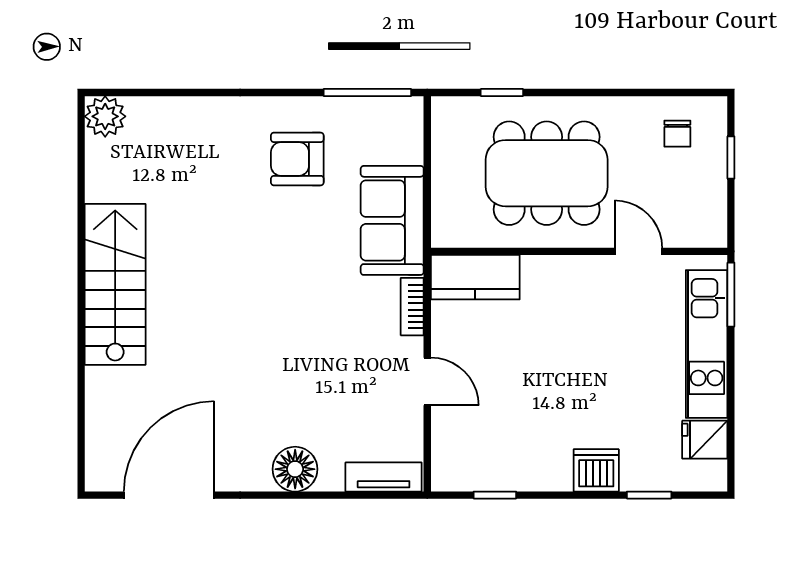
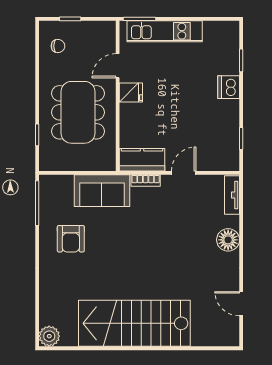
kitchen counter: (475, 277) -> (142, 160), moved, turned -90
stairs: (115, 284) -> (134, 323), width x1.36, depth x1.51
fridge: (705, 440) -> (131, 93), moved, turned -90
door: (169, 495) -> (241, 304), width x0.53

